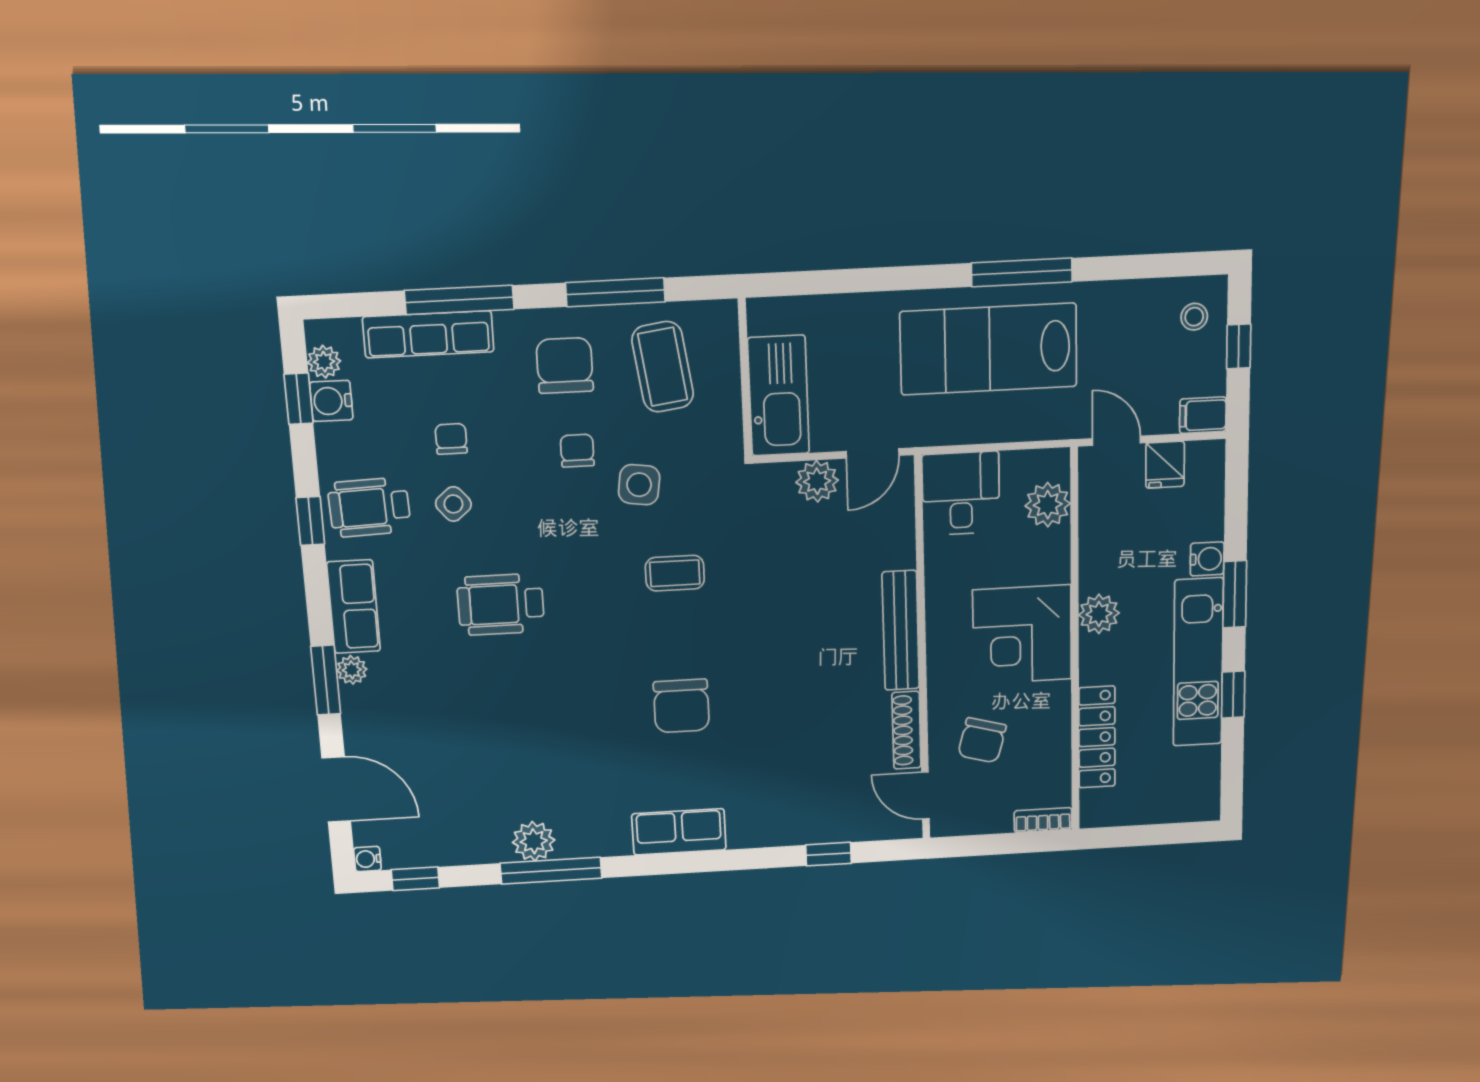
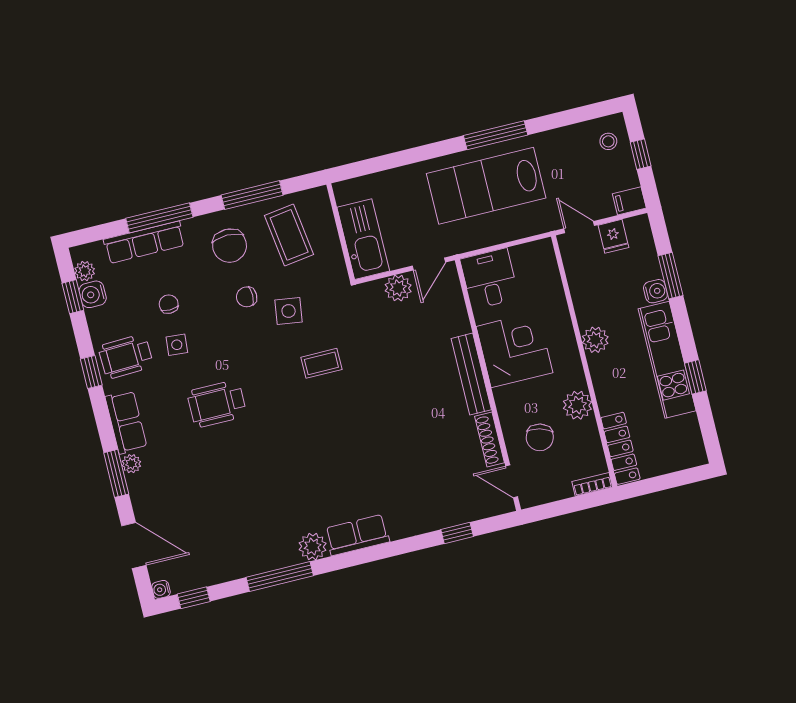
chair: (565, 365) -> (230, 246), turned 180
chair: (577, 451) -> (247, 297), turned -90
side table: (453, 504) -> (177, 345), turned 45
plant: (1048, 505) -> (577, 405), moved
window: (1235, 594) -> (671, 276), moved
corner desk: (1022, 634) -> (514, 350), moved, turned 180
chair: (681, 706) -> (342, 450), removed
locker: (1097, 737) -> (620, 448), moved
plant: (534, 841) -> (313, 547), moved

